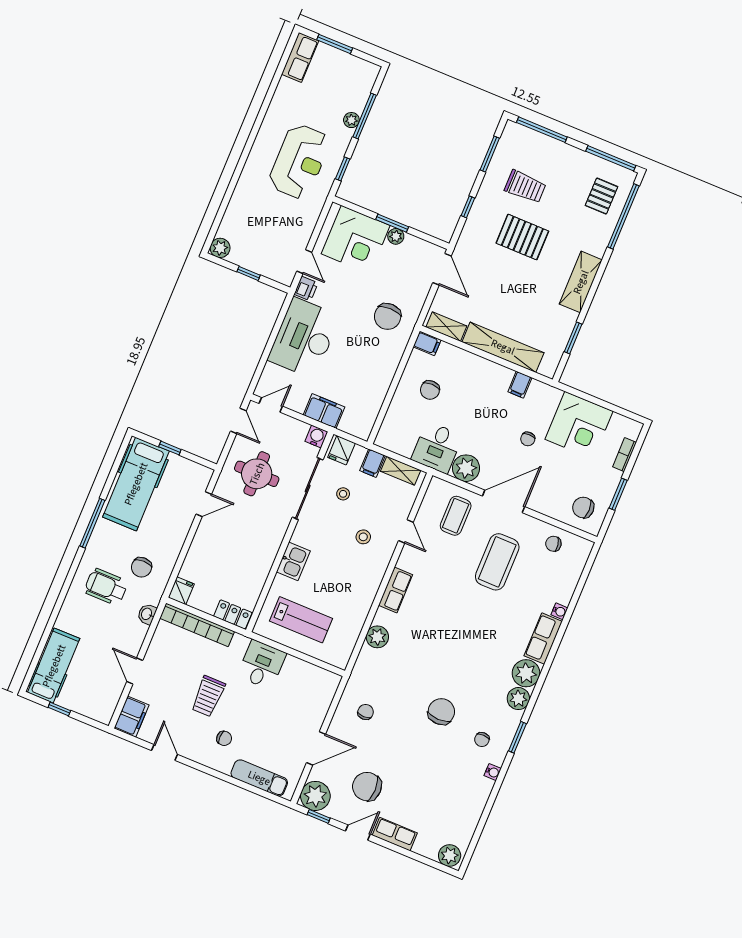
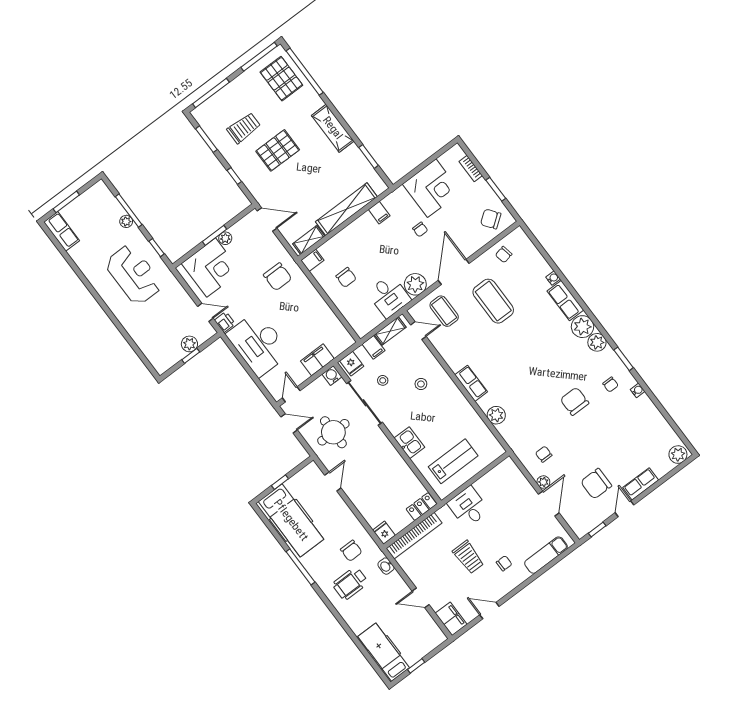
pallet: (601, 196) -> (281, 79), width x1.50, depth x1.42
plant: (220, 248) -> (189, 344), moved
chair: (583, 508) -> (491, 219), turned 53
door: (406, 531) -> (418, 331), moved
plant: (315, 796) -> (543, 482), moved, width x0.53, depth x0.53

